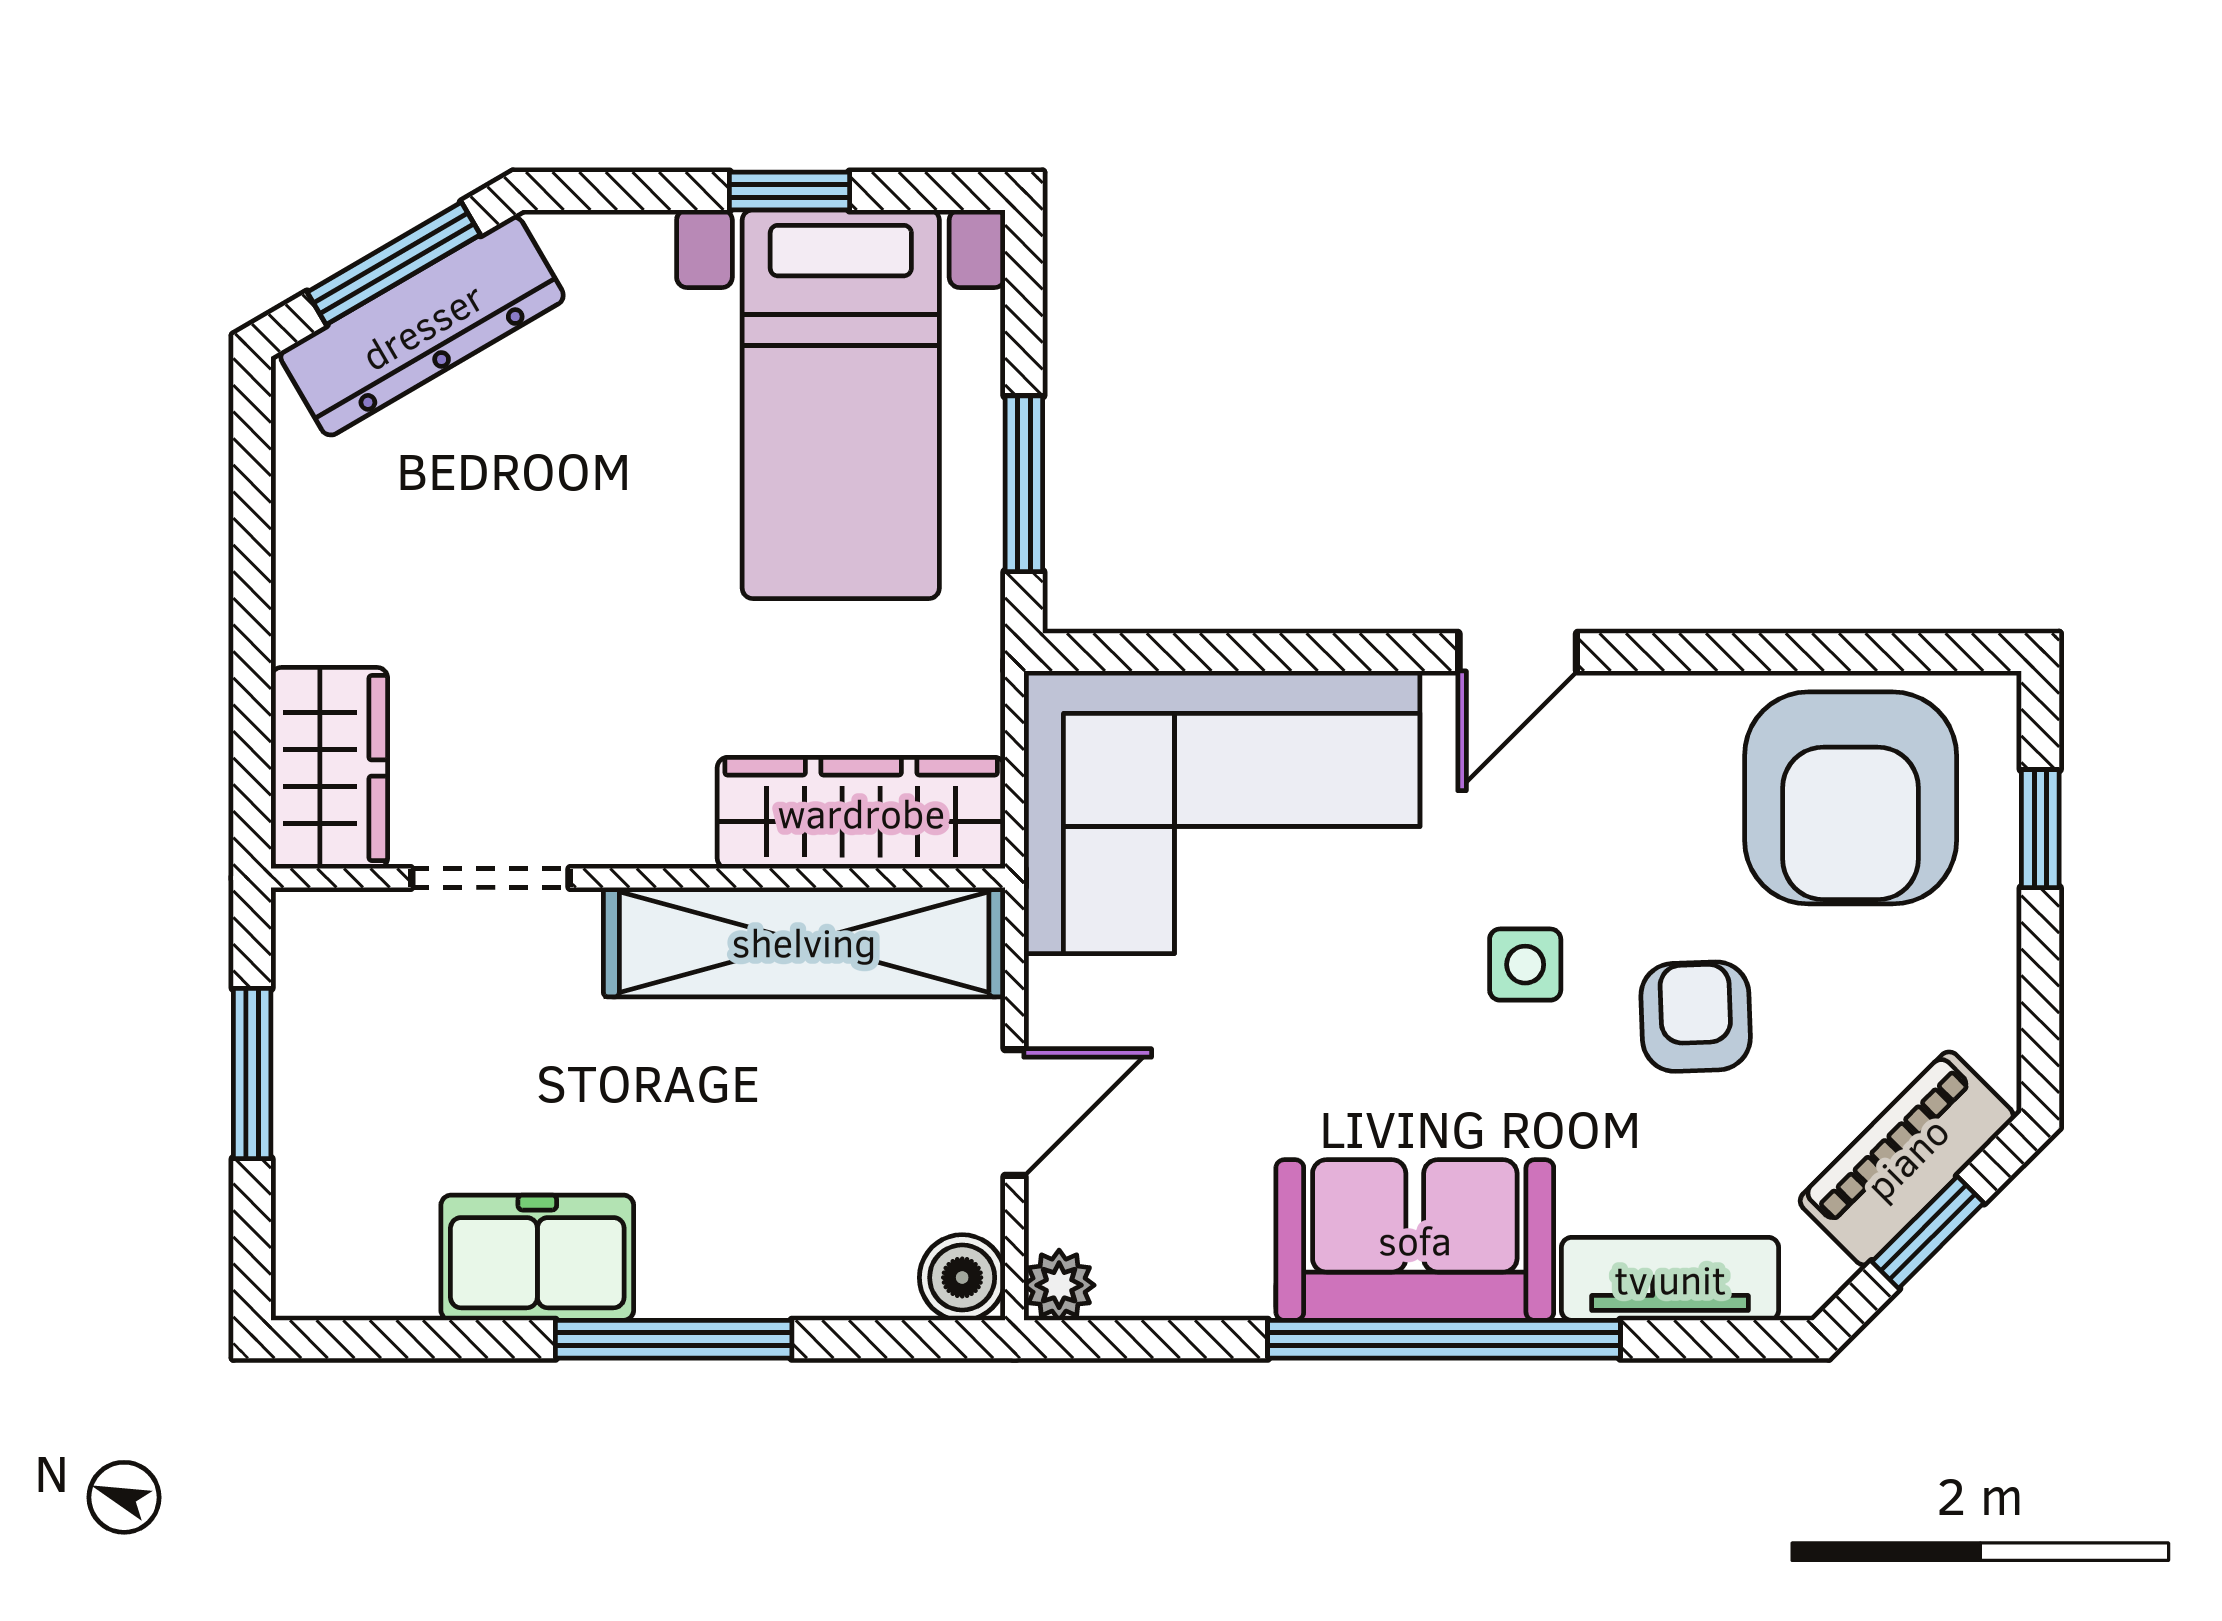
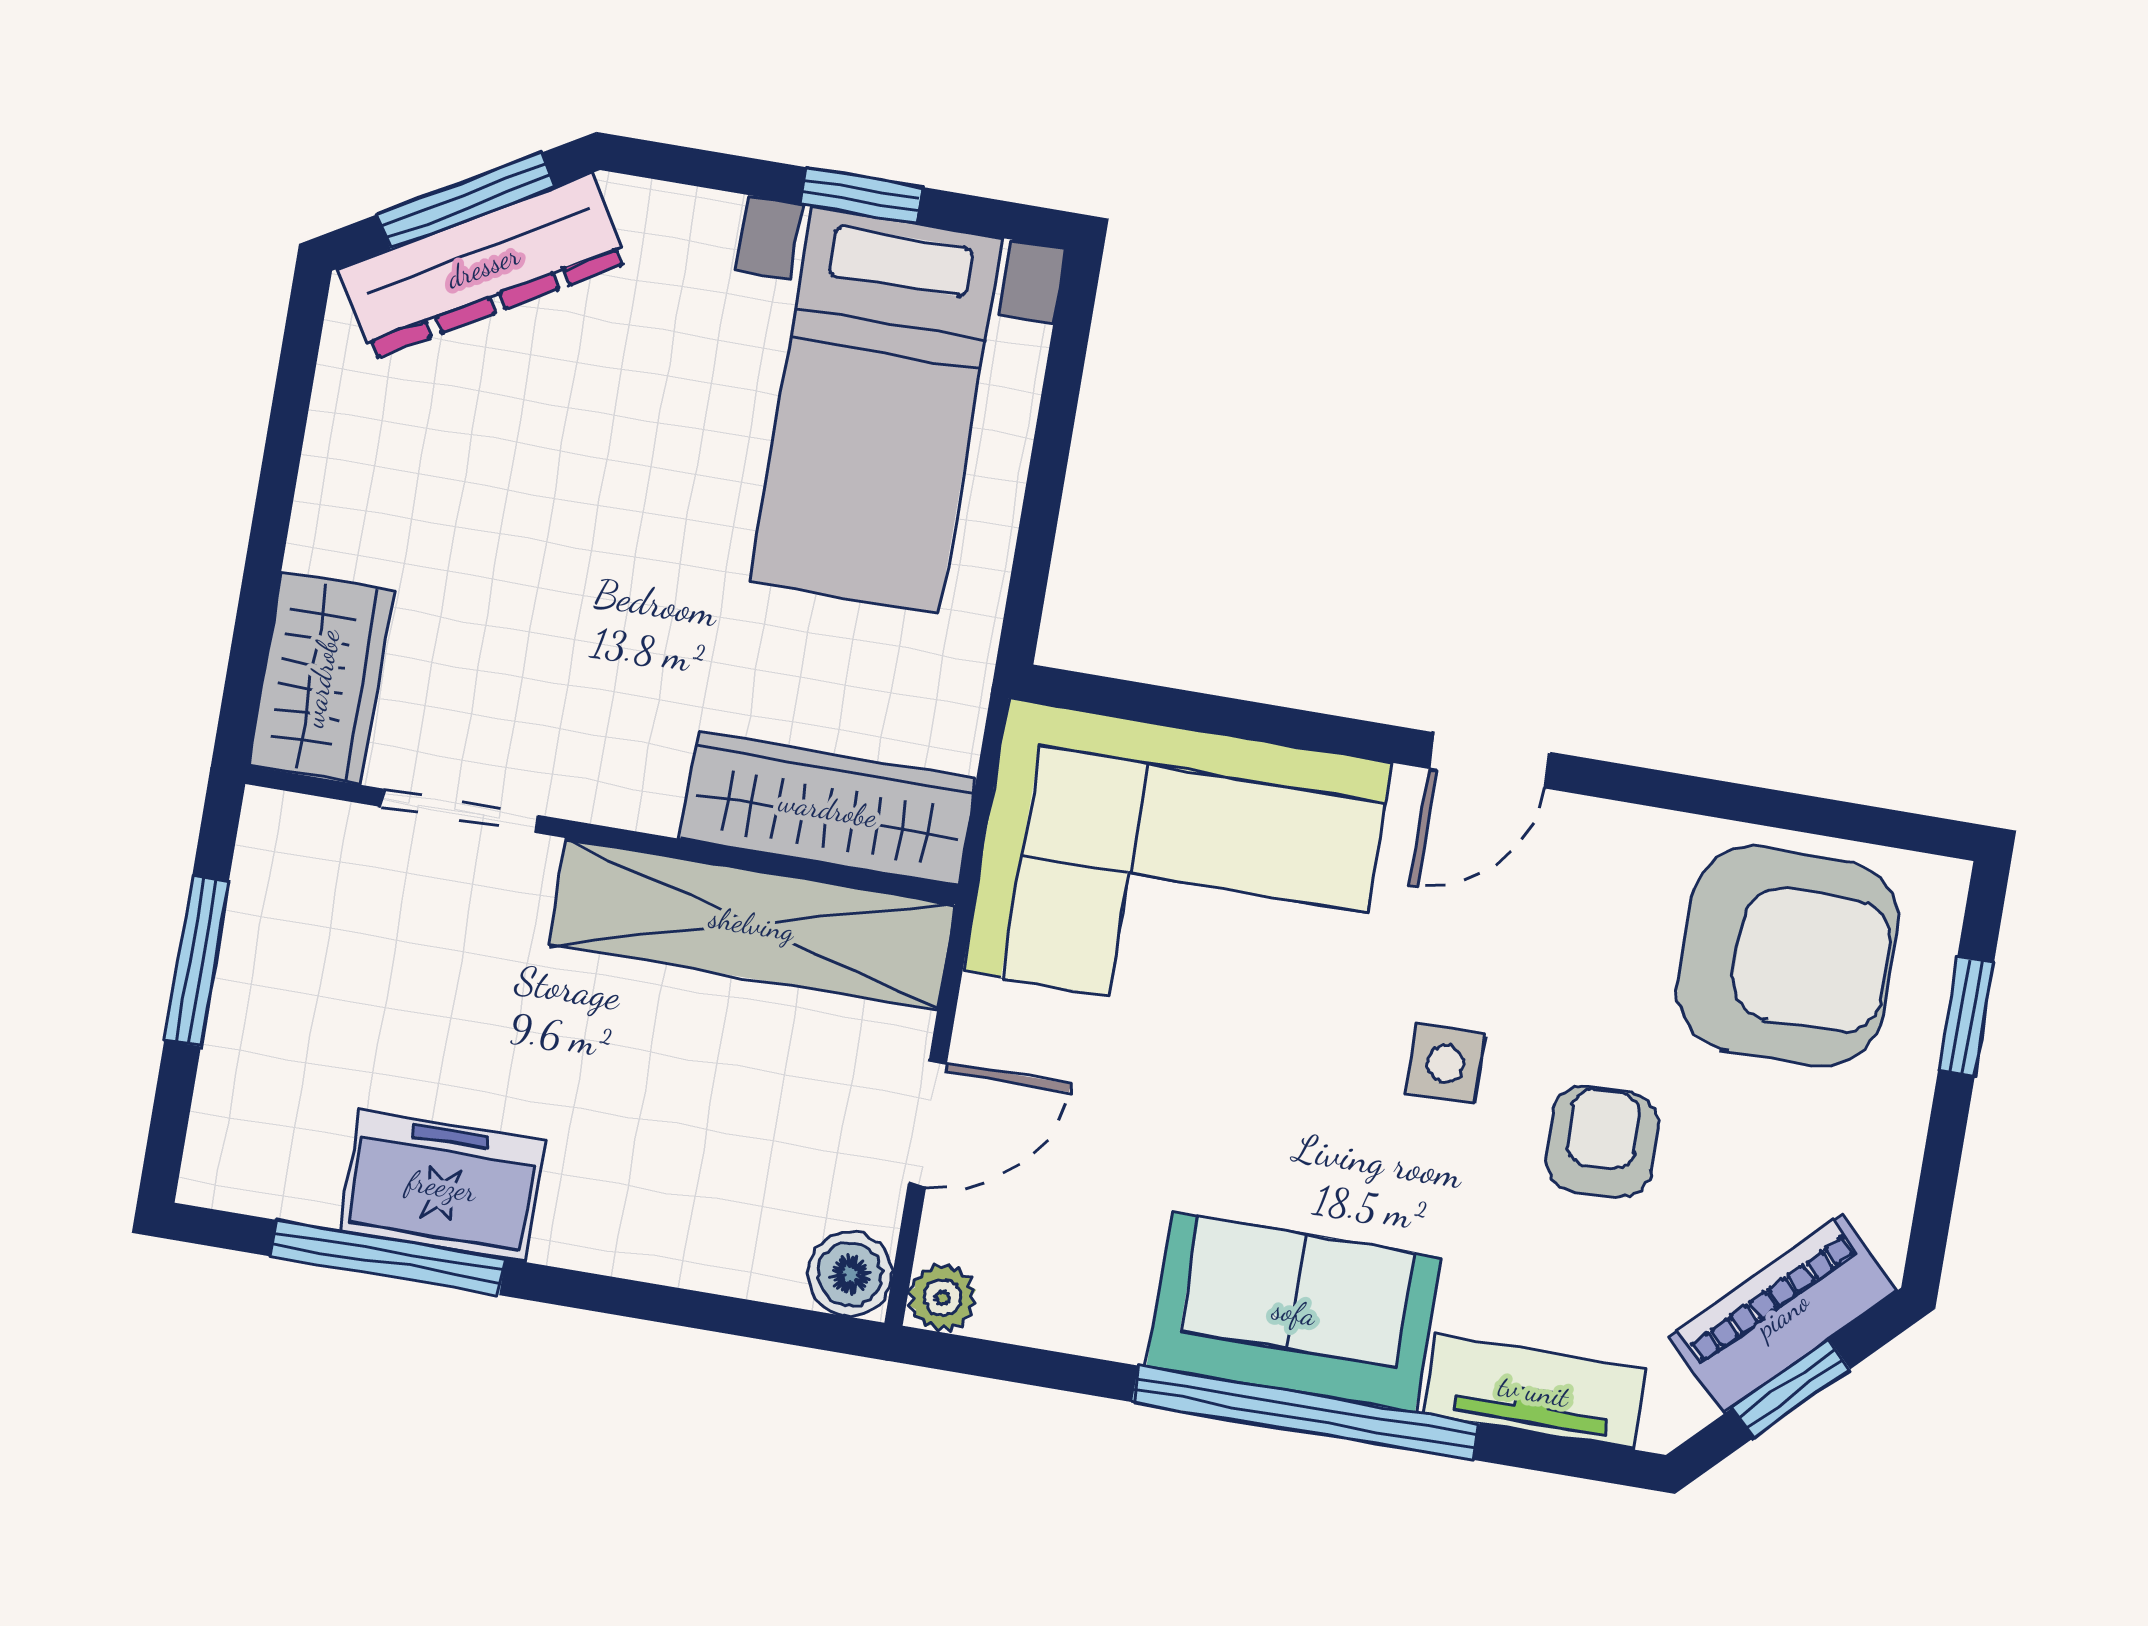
window: (1024, 484) -> (1039, 517), removed
armchair: (1851, 798) -> (1787, 956), turned -90
window: (674, 1339) -> (388, 1257), moved

